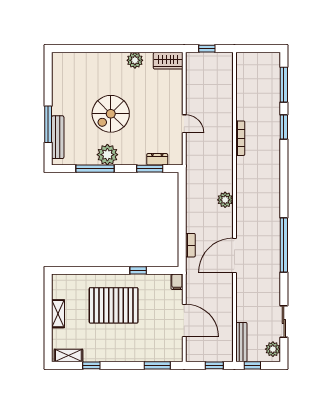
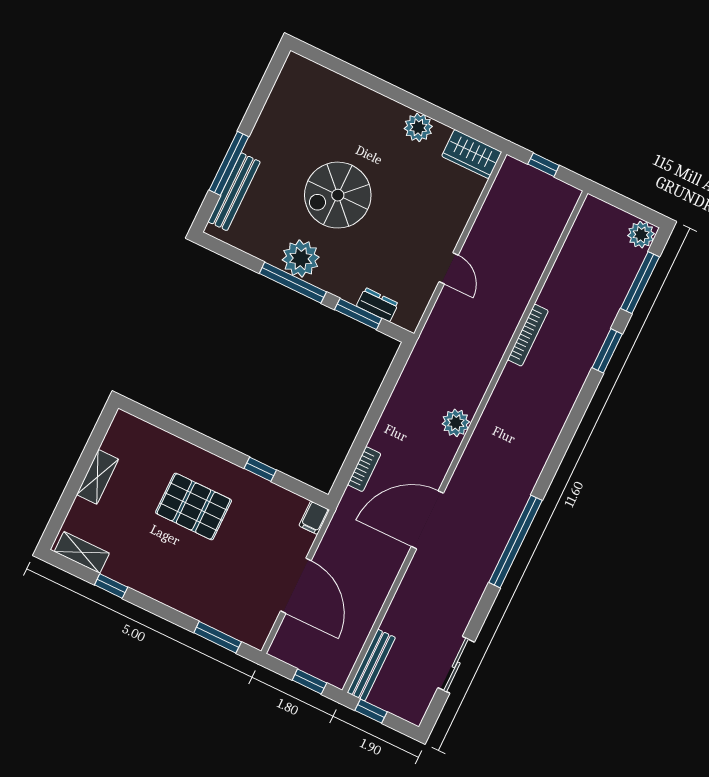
window: (95, 169) -> (293, 283), moved
pallet: (114, 305) -> (194, 506), width x0.73, depth x0.71
plant: (273, 349) -> (641, 235), moved

